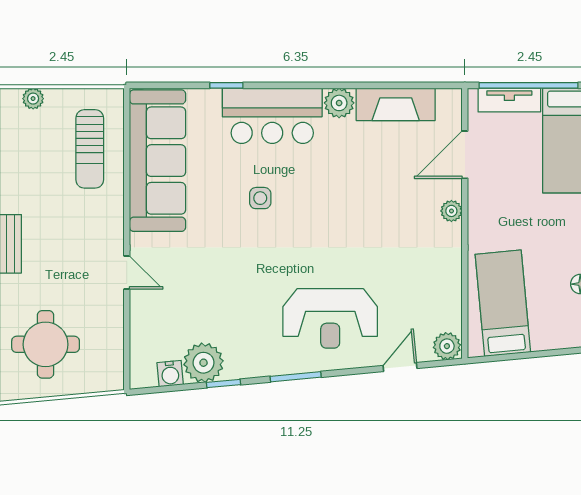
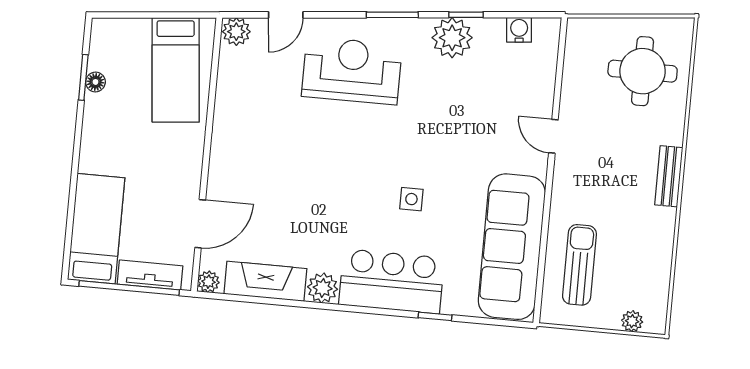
plant: (451, 211) -> (208, 282), moved
plant: (204, 363) -> (452, 38), moved

